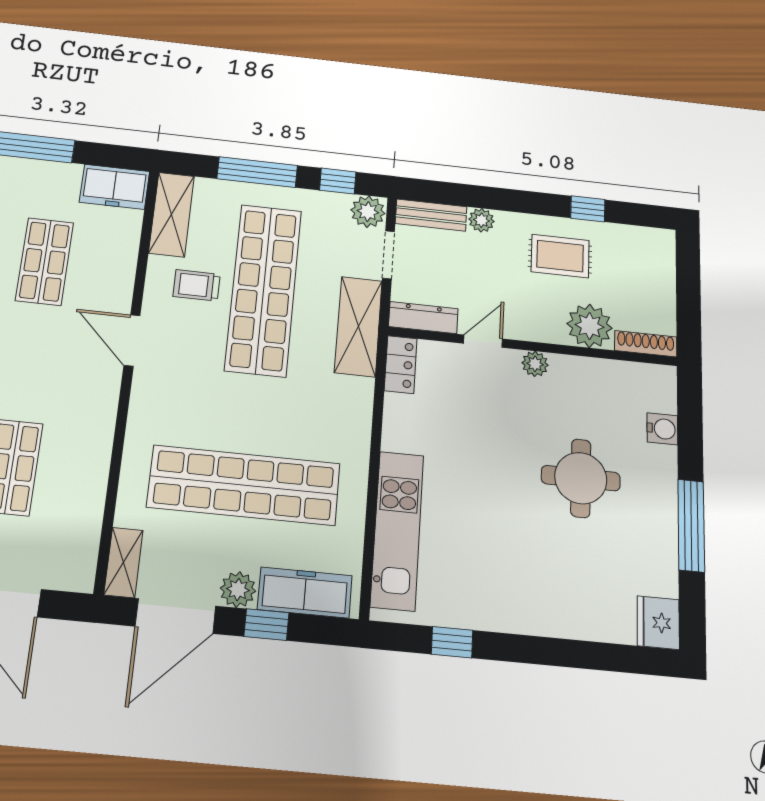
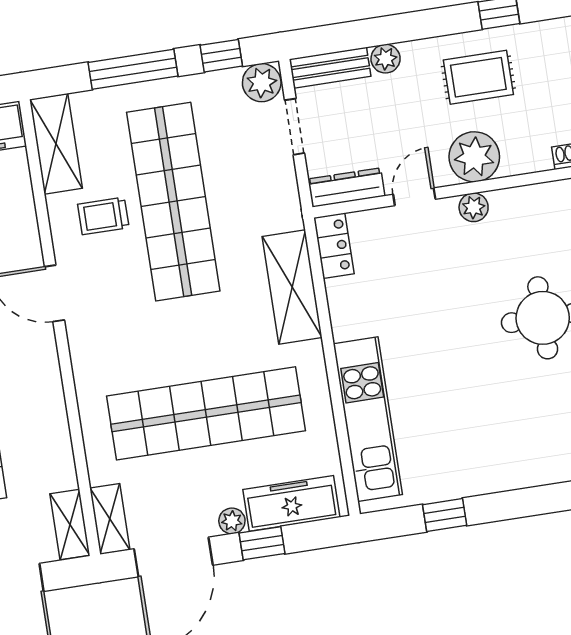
shelving: (358, 326) -> (292, 287), moved
plant: (590, 326) -> (474, 157), moved
shelving: (83, 558) -> (70, 524), added
plant: (238, 590) -> (232, 521), width x0.73, depth x0.73

